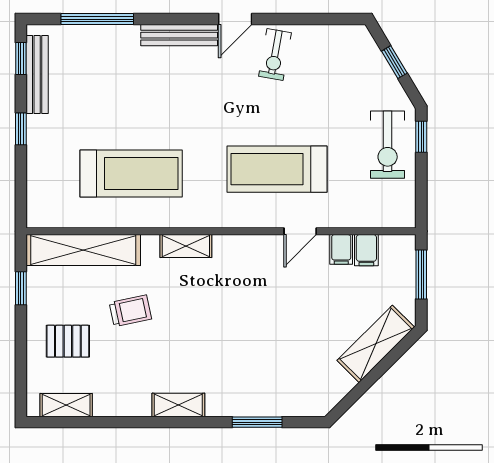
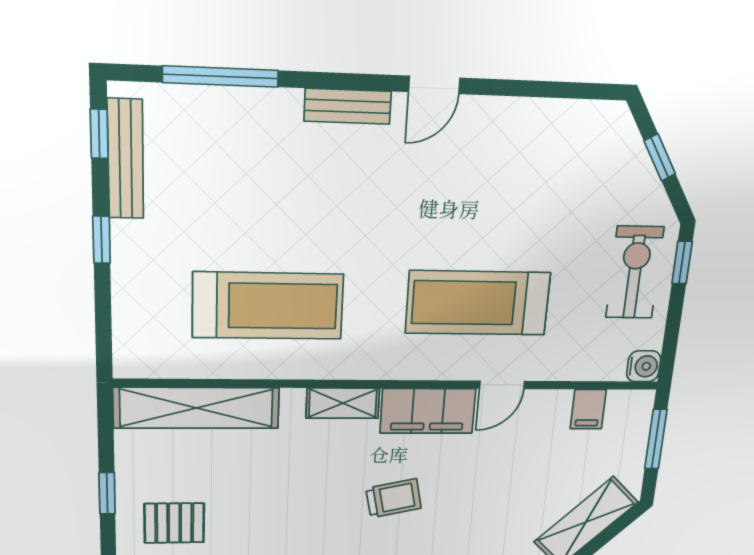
bench: (179, 35) -> (348, 106), width x0.73
exercise bike: (275, 55) -> (489, 141), removed
exercise bike: (388, 145) -> (635, 272), turned 180
water cooler: (404, 216) -> (644, 366), added
filing cabinet: (341, 249) -> (428, 411), moved, width x3.00, depth x1.17
window: (21, 288) -> (107, 493), moved
trolley: (130, 311) -> (394, 498), moved

